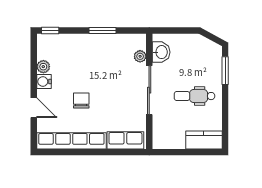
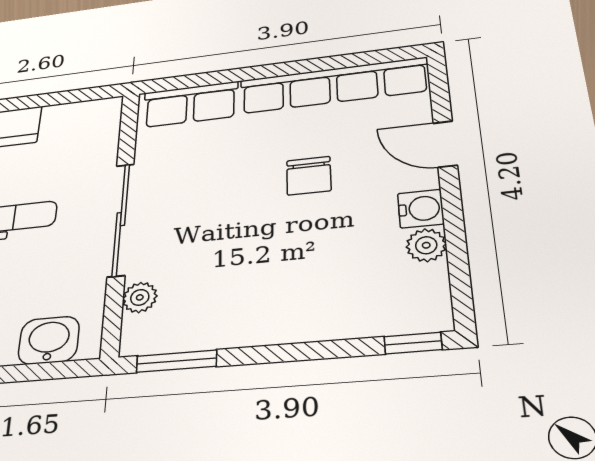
window: (103, 31) -> (176, 361), moved
washbasin: (161, 52) -> (49, 340), moved, turned 90

